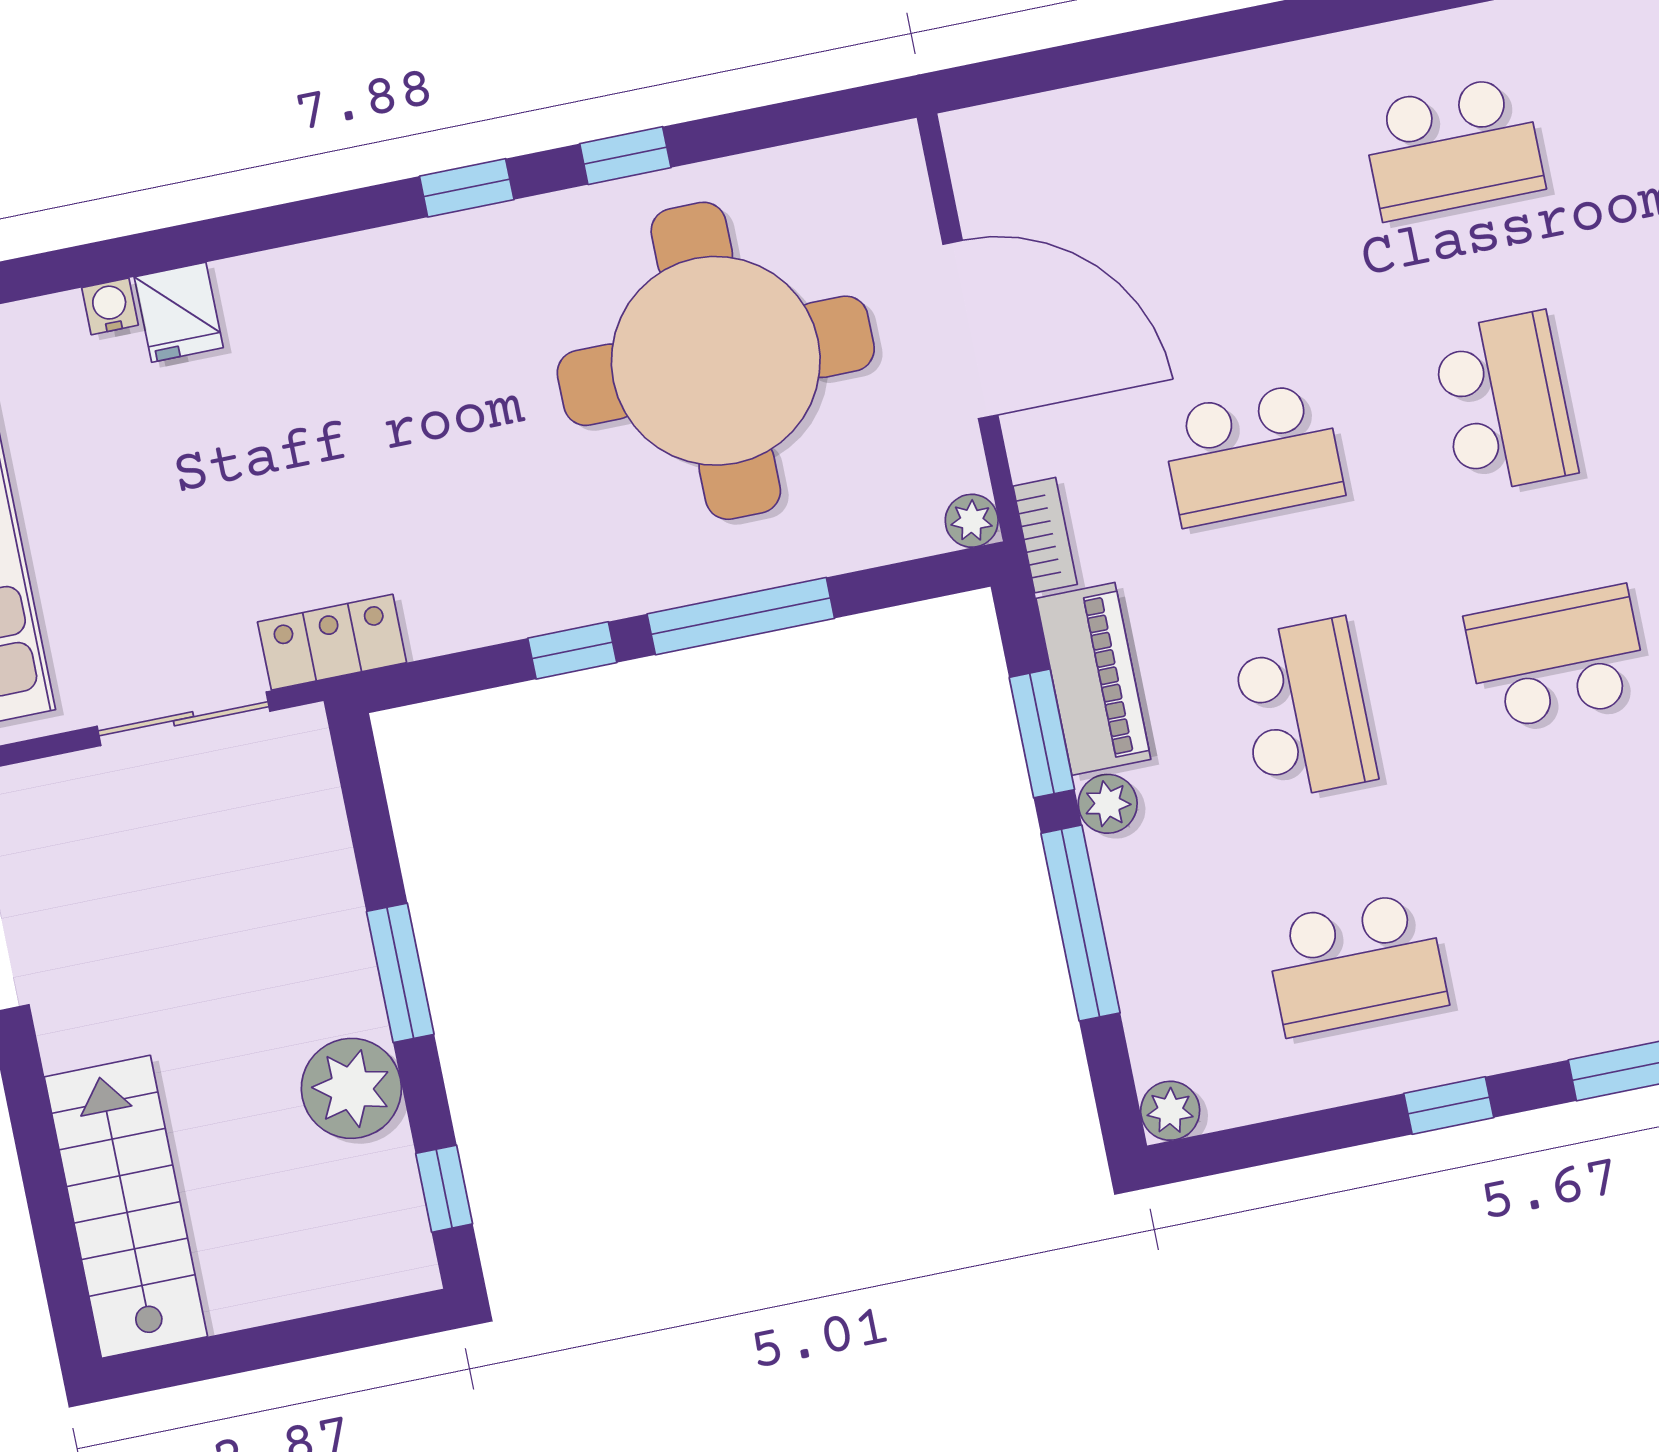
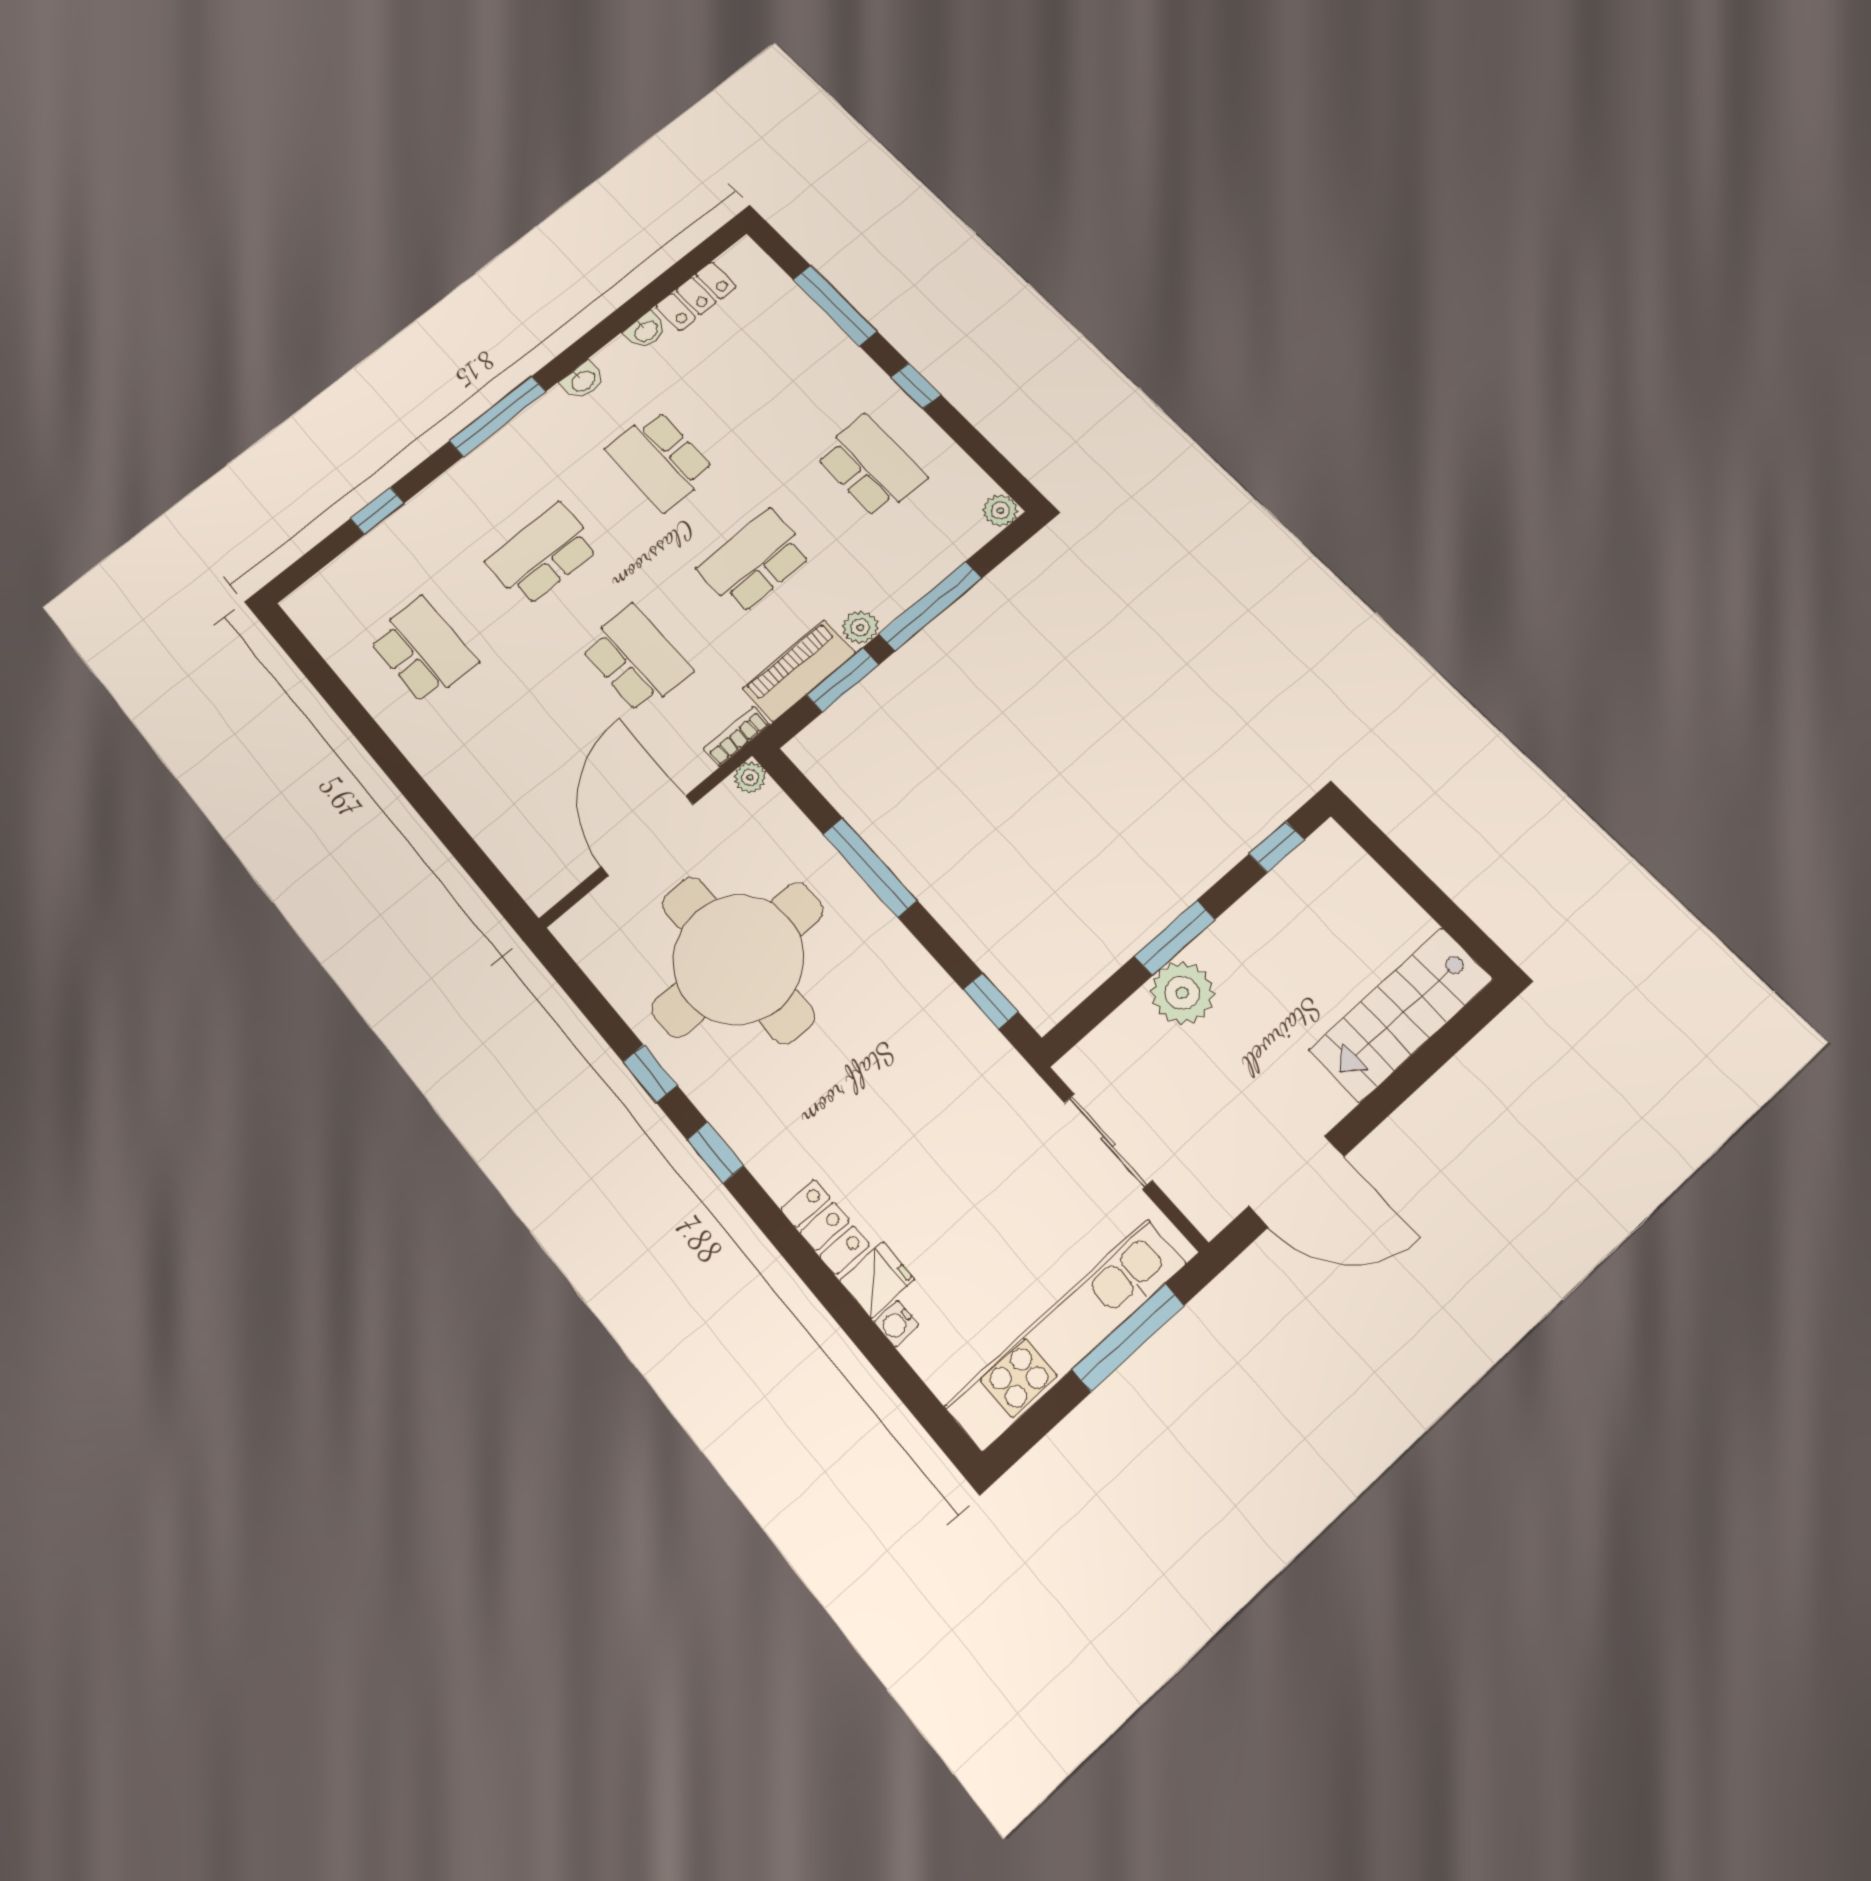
locker: (332, 642) -> (825, 1227), moved, turned 180
window: (572, 650) -> (990, 1001), moved
plant: (351, 1088) -> (1182, 993), moved

